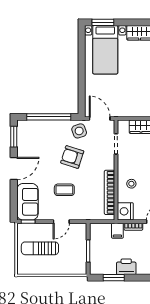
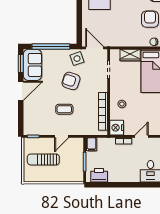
sofa: (27, 202) -> (32, 65), moved
filing cabinet: (117, 231) -> (92, 144), moved
printer: (126, 267) -> (99, 175), moved
window: (114, 278) -> (107, 185), removed

